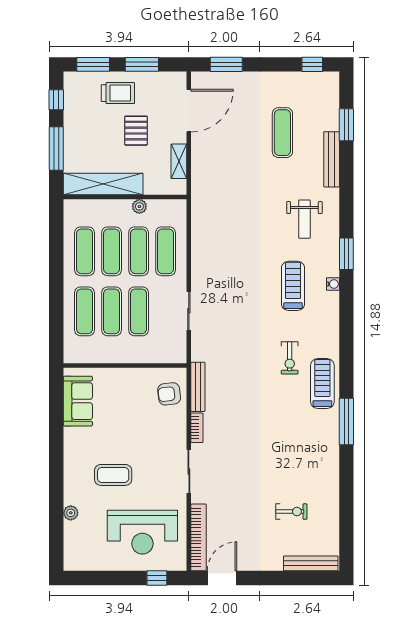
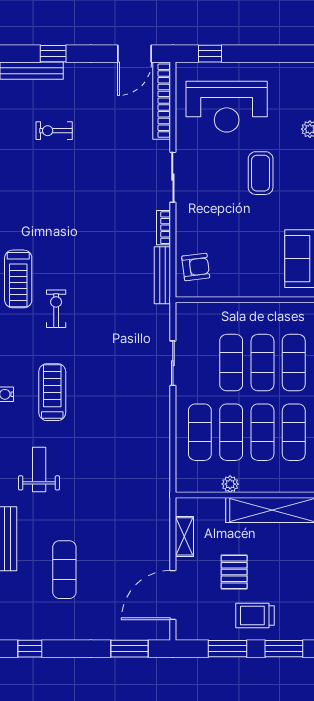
treadmill: (293, 286) -> (52, 392), turned 180
coffee table: (113, 475) -> (261, 173), turned 90
reception desk: (142, 532) -> (227, 107), turned 180
window: (292, 578) -> (53, 54), added

